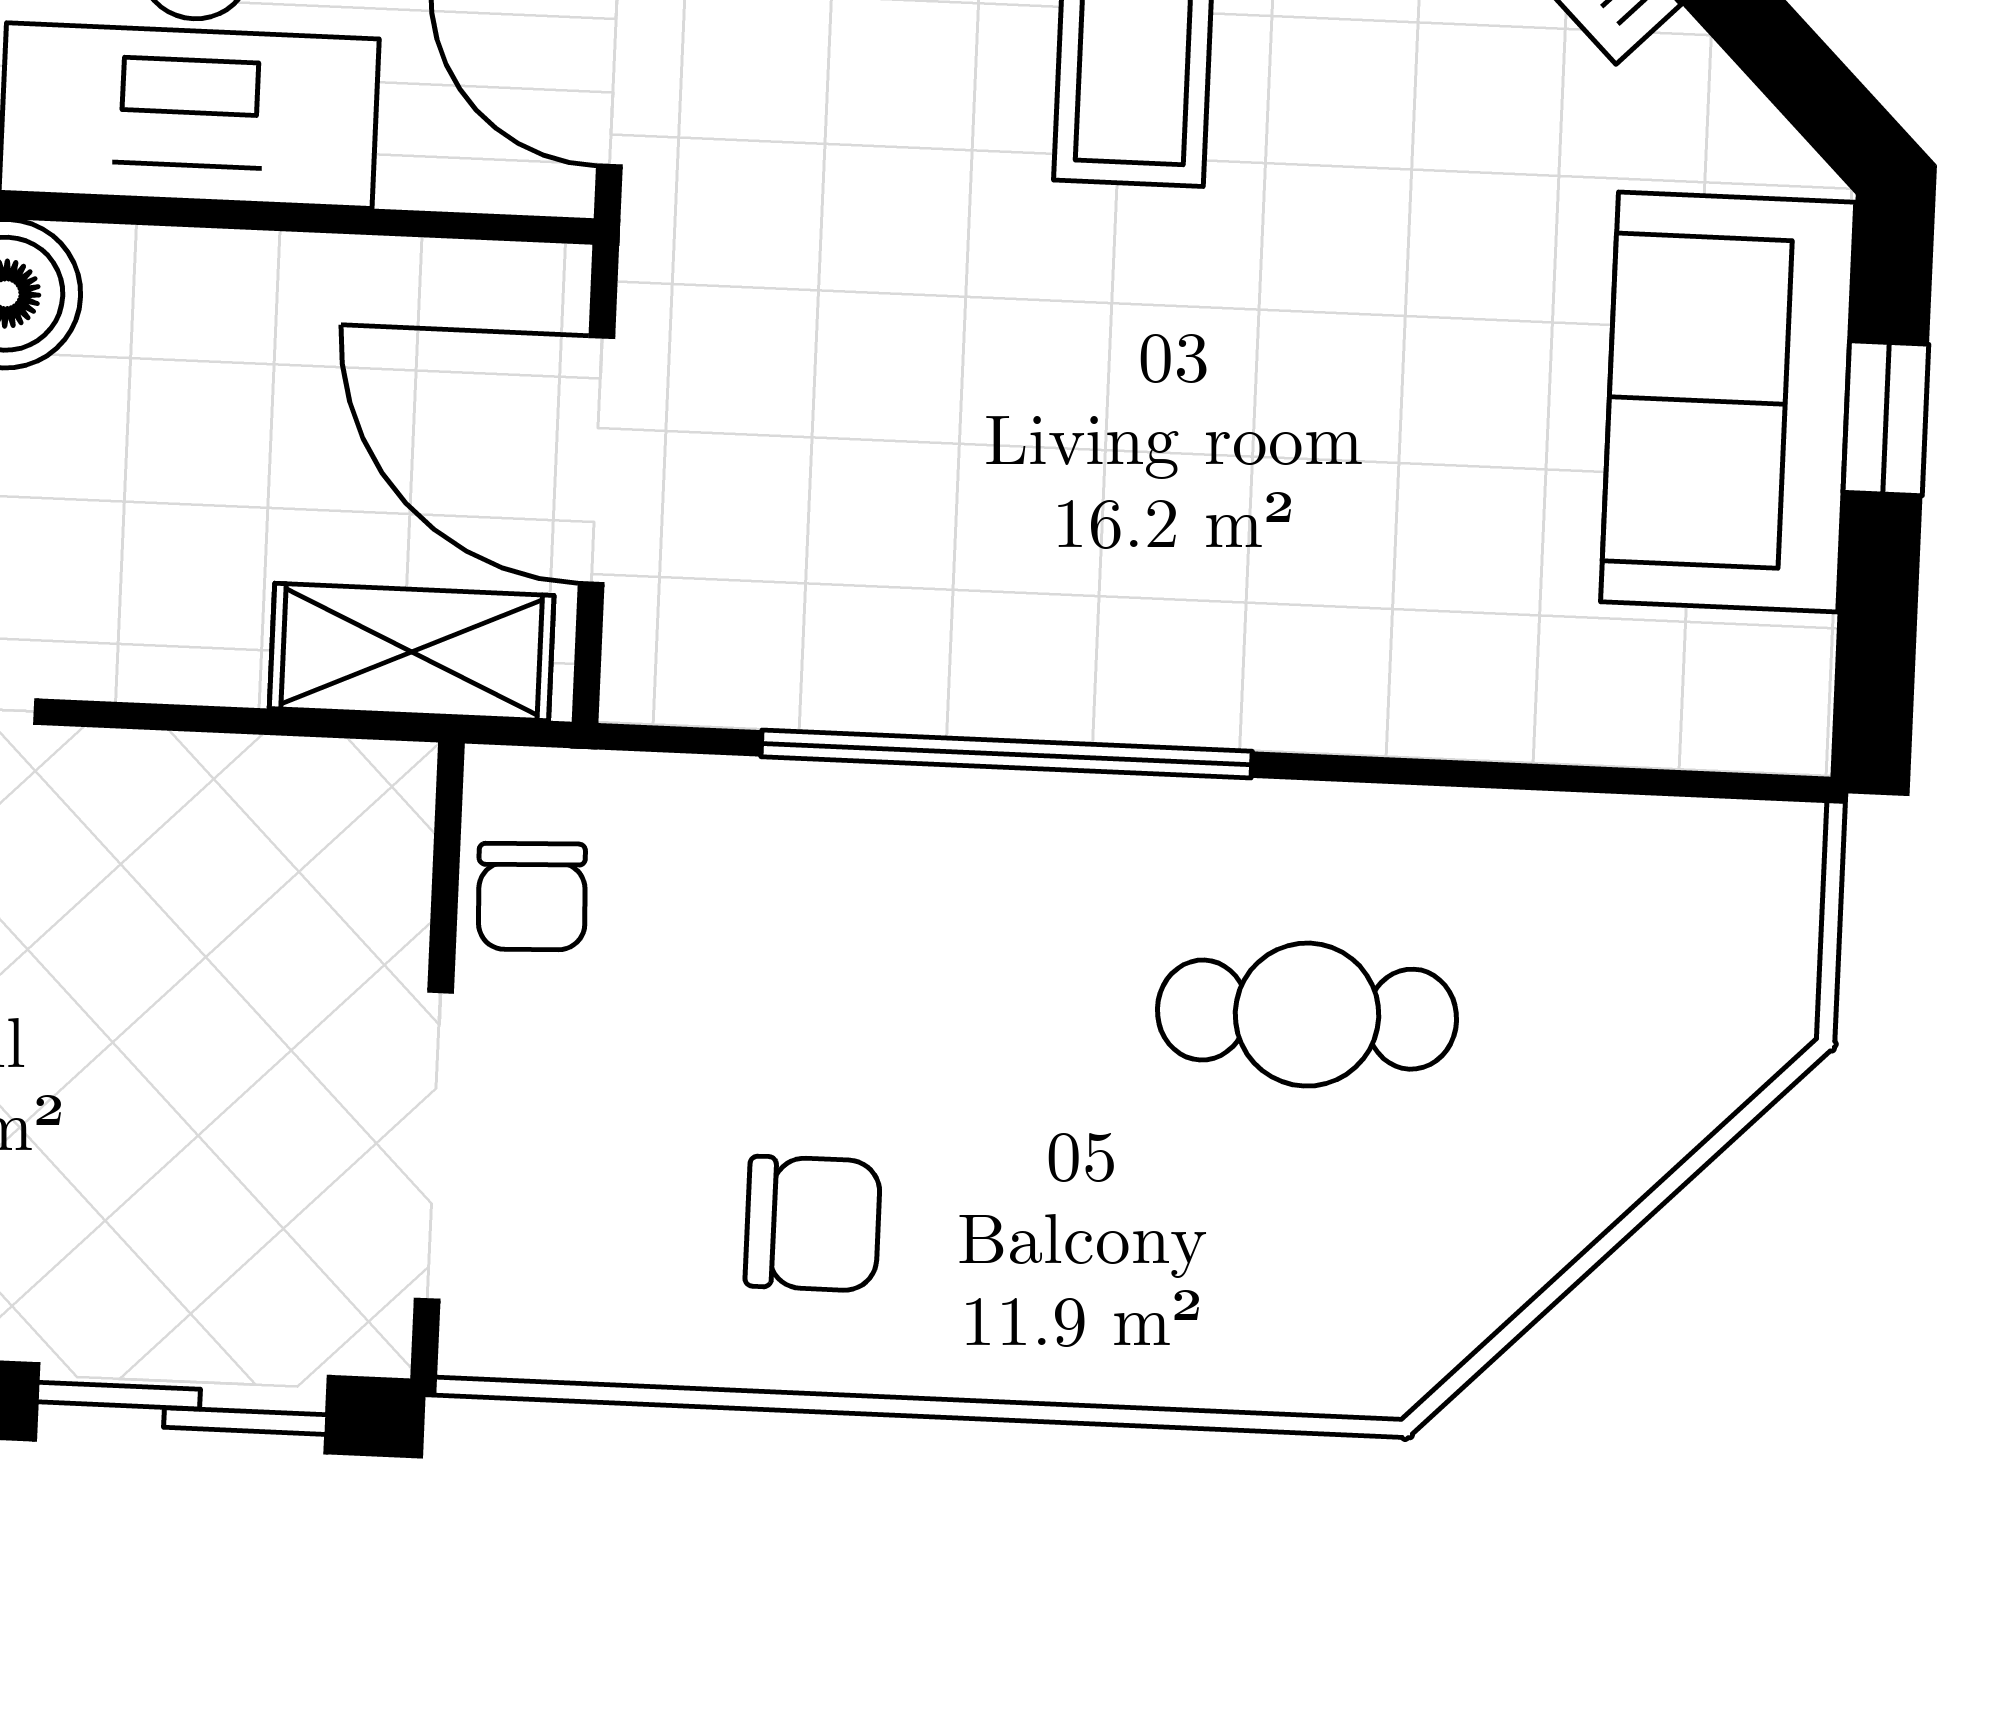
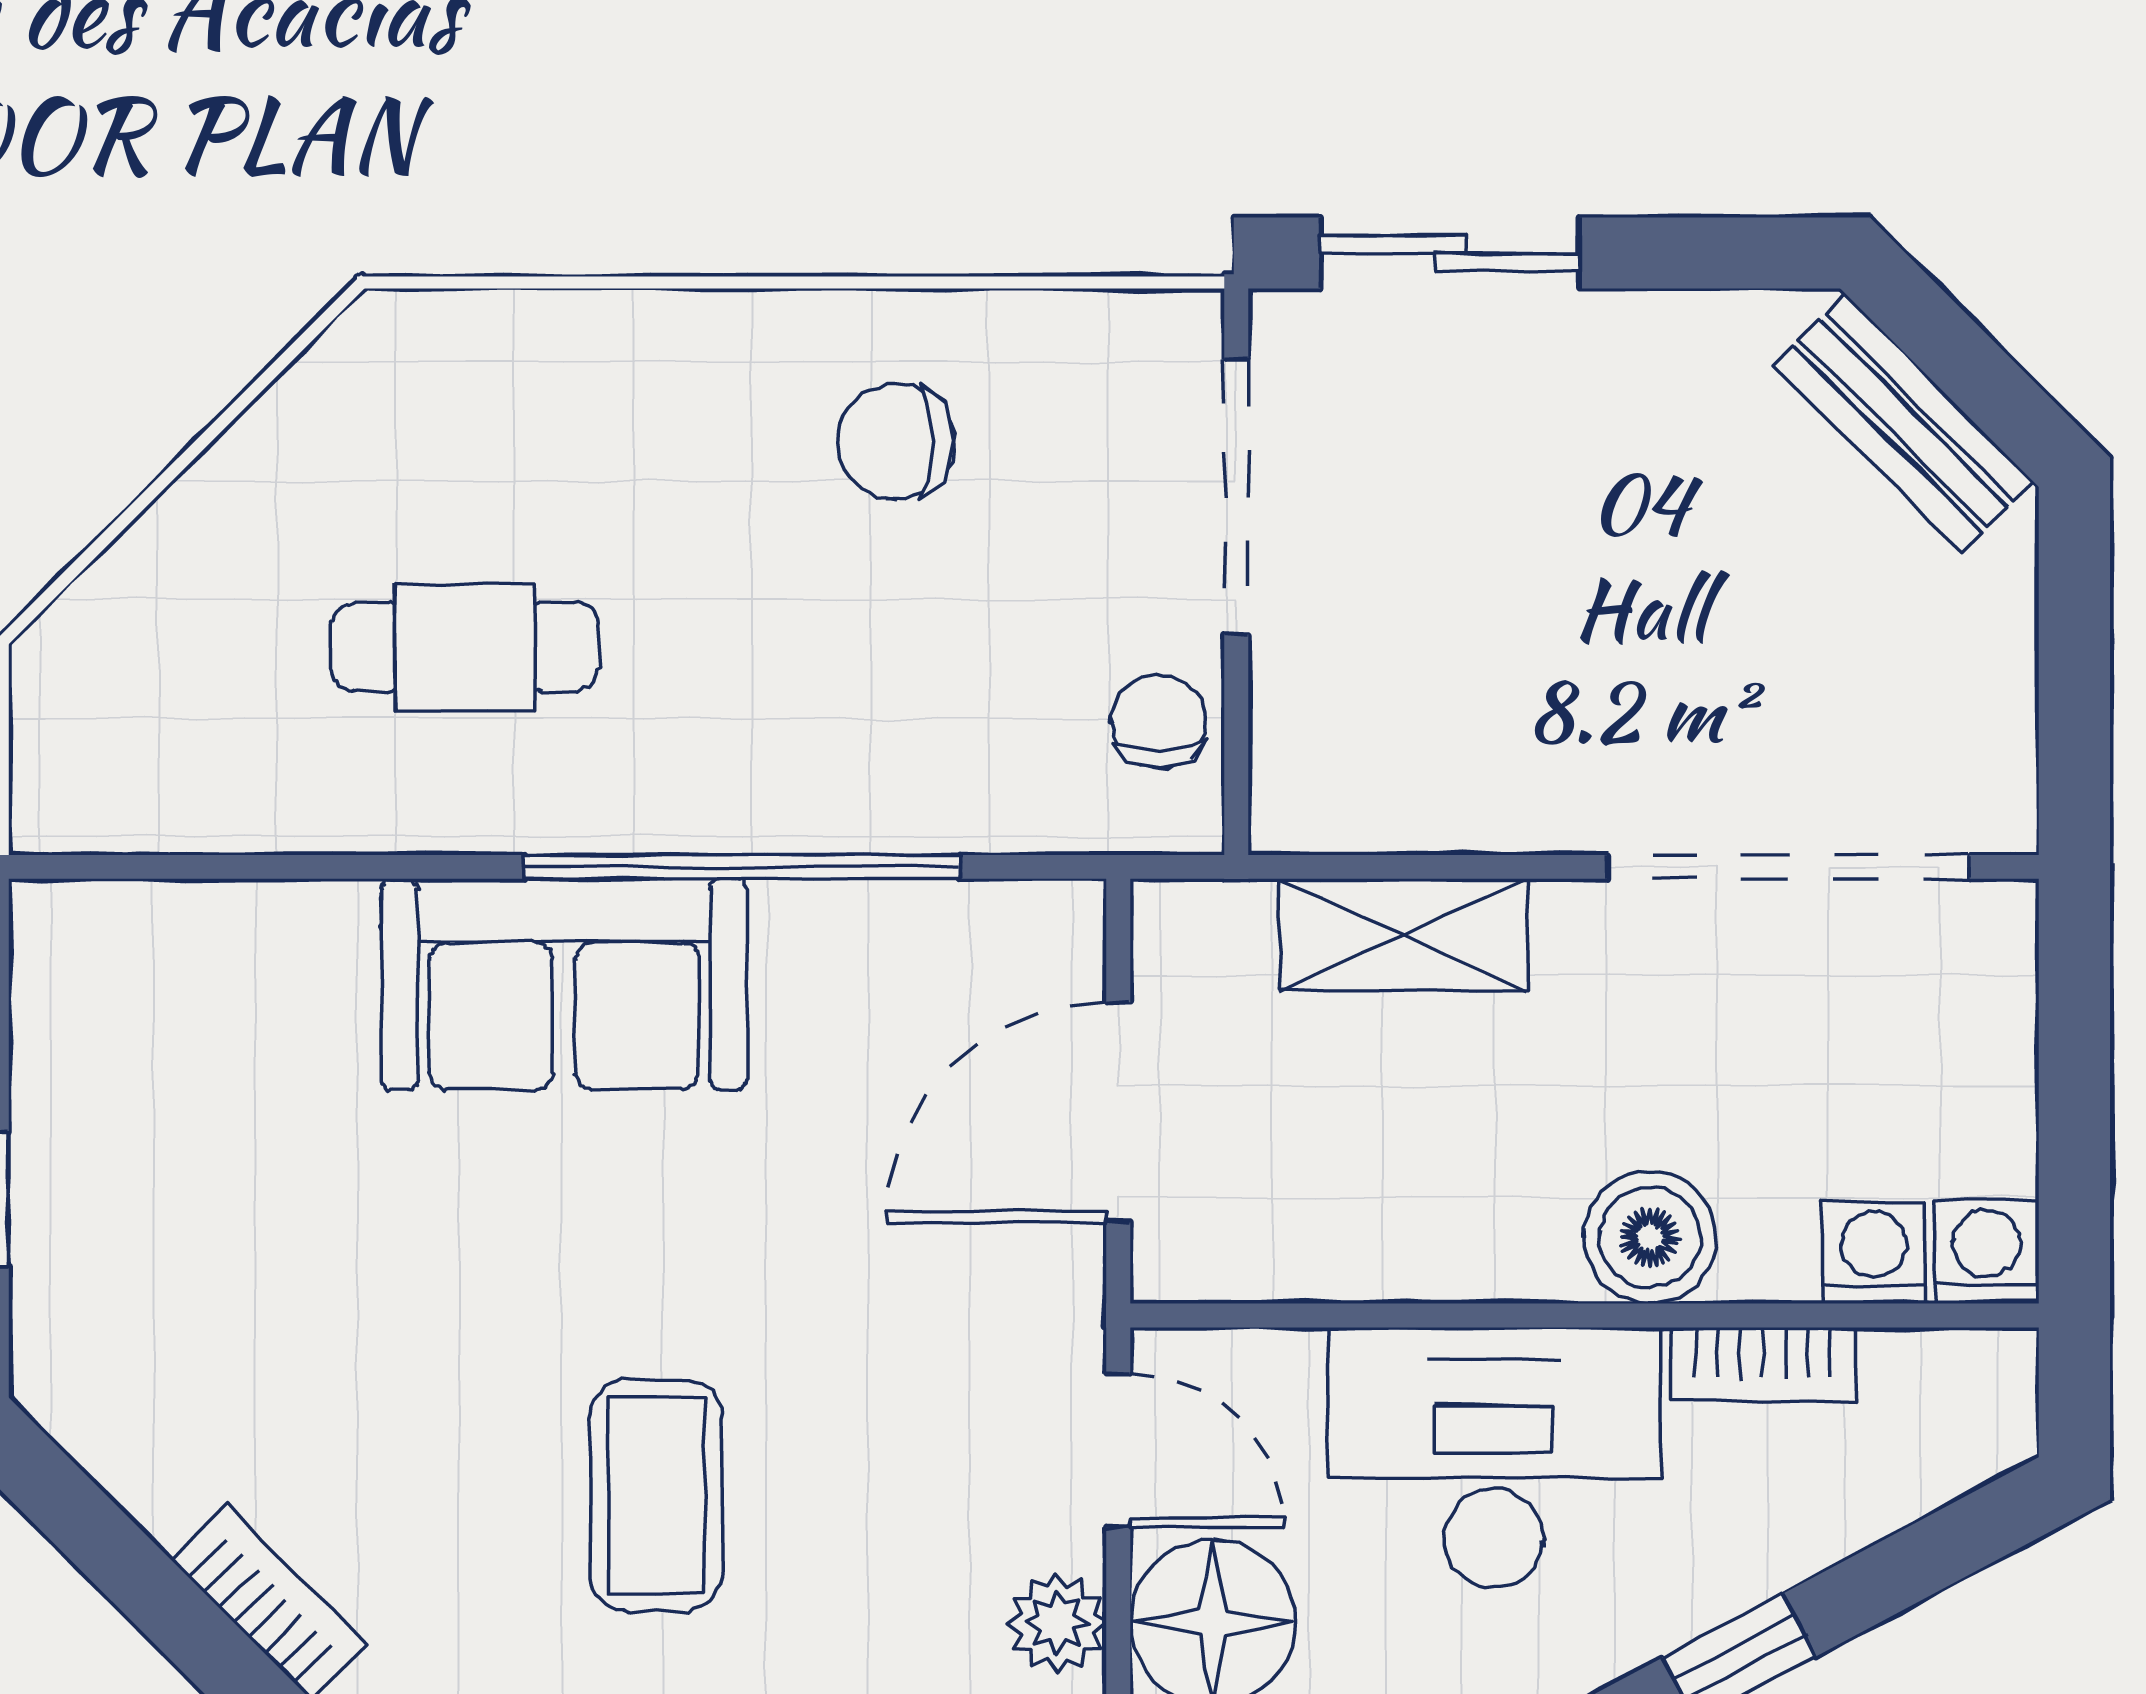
sofa: (1728, 402) -> (564, 984), moved, turned 90
door: (596, 460) -> (1118, 1112), swing flipped
shelving: (412, 652) -> (1404, 935), moved

